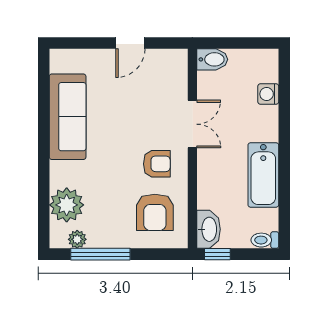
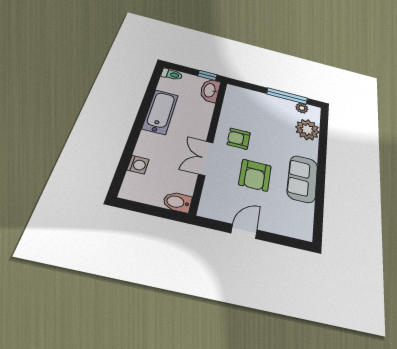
sofa: (68, 117) -> (302, 179), width x0.73
armchair: (155, 212) -> (255, 175), moved, turned 180

